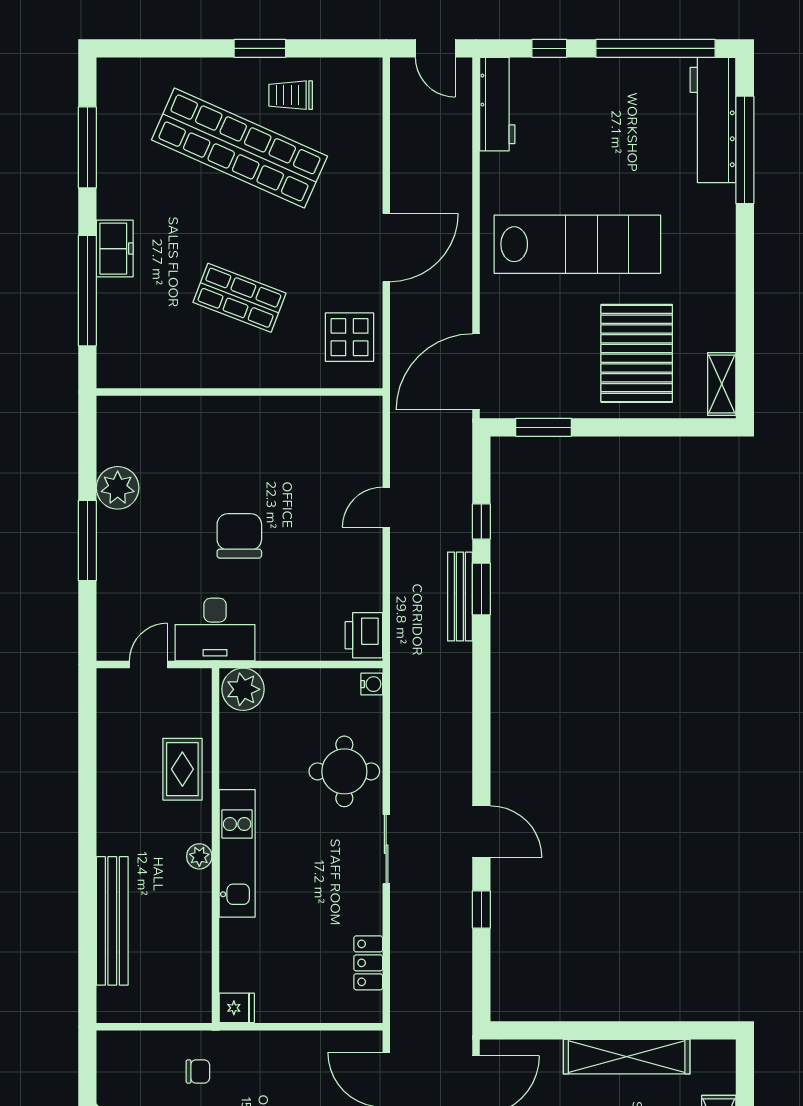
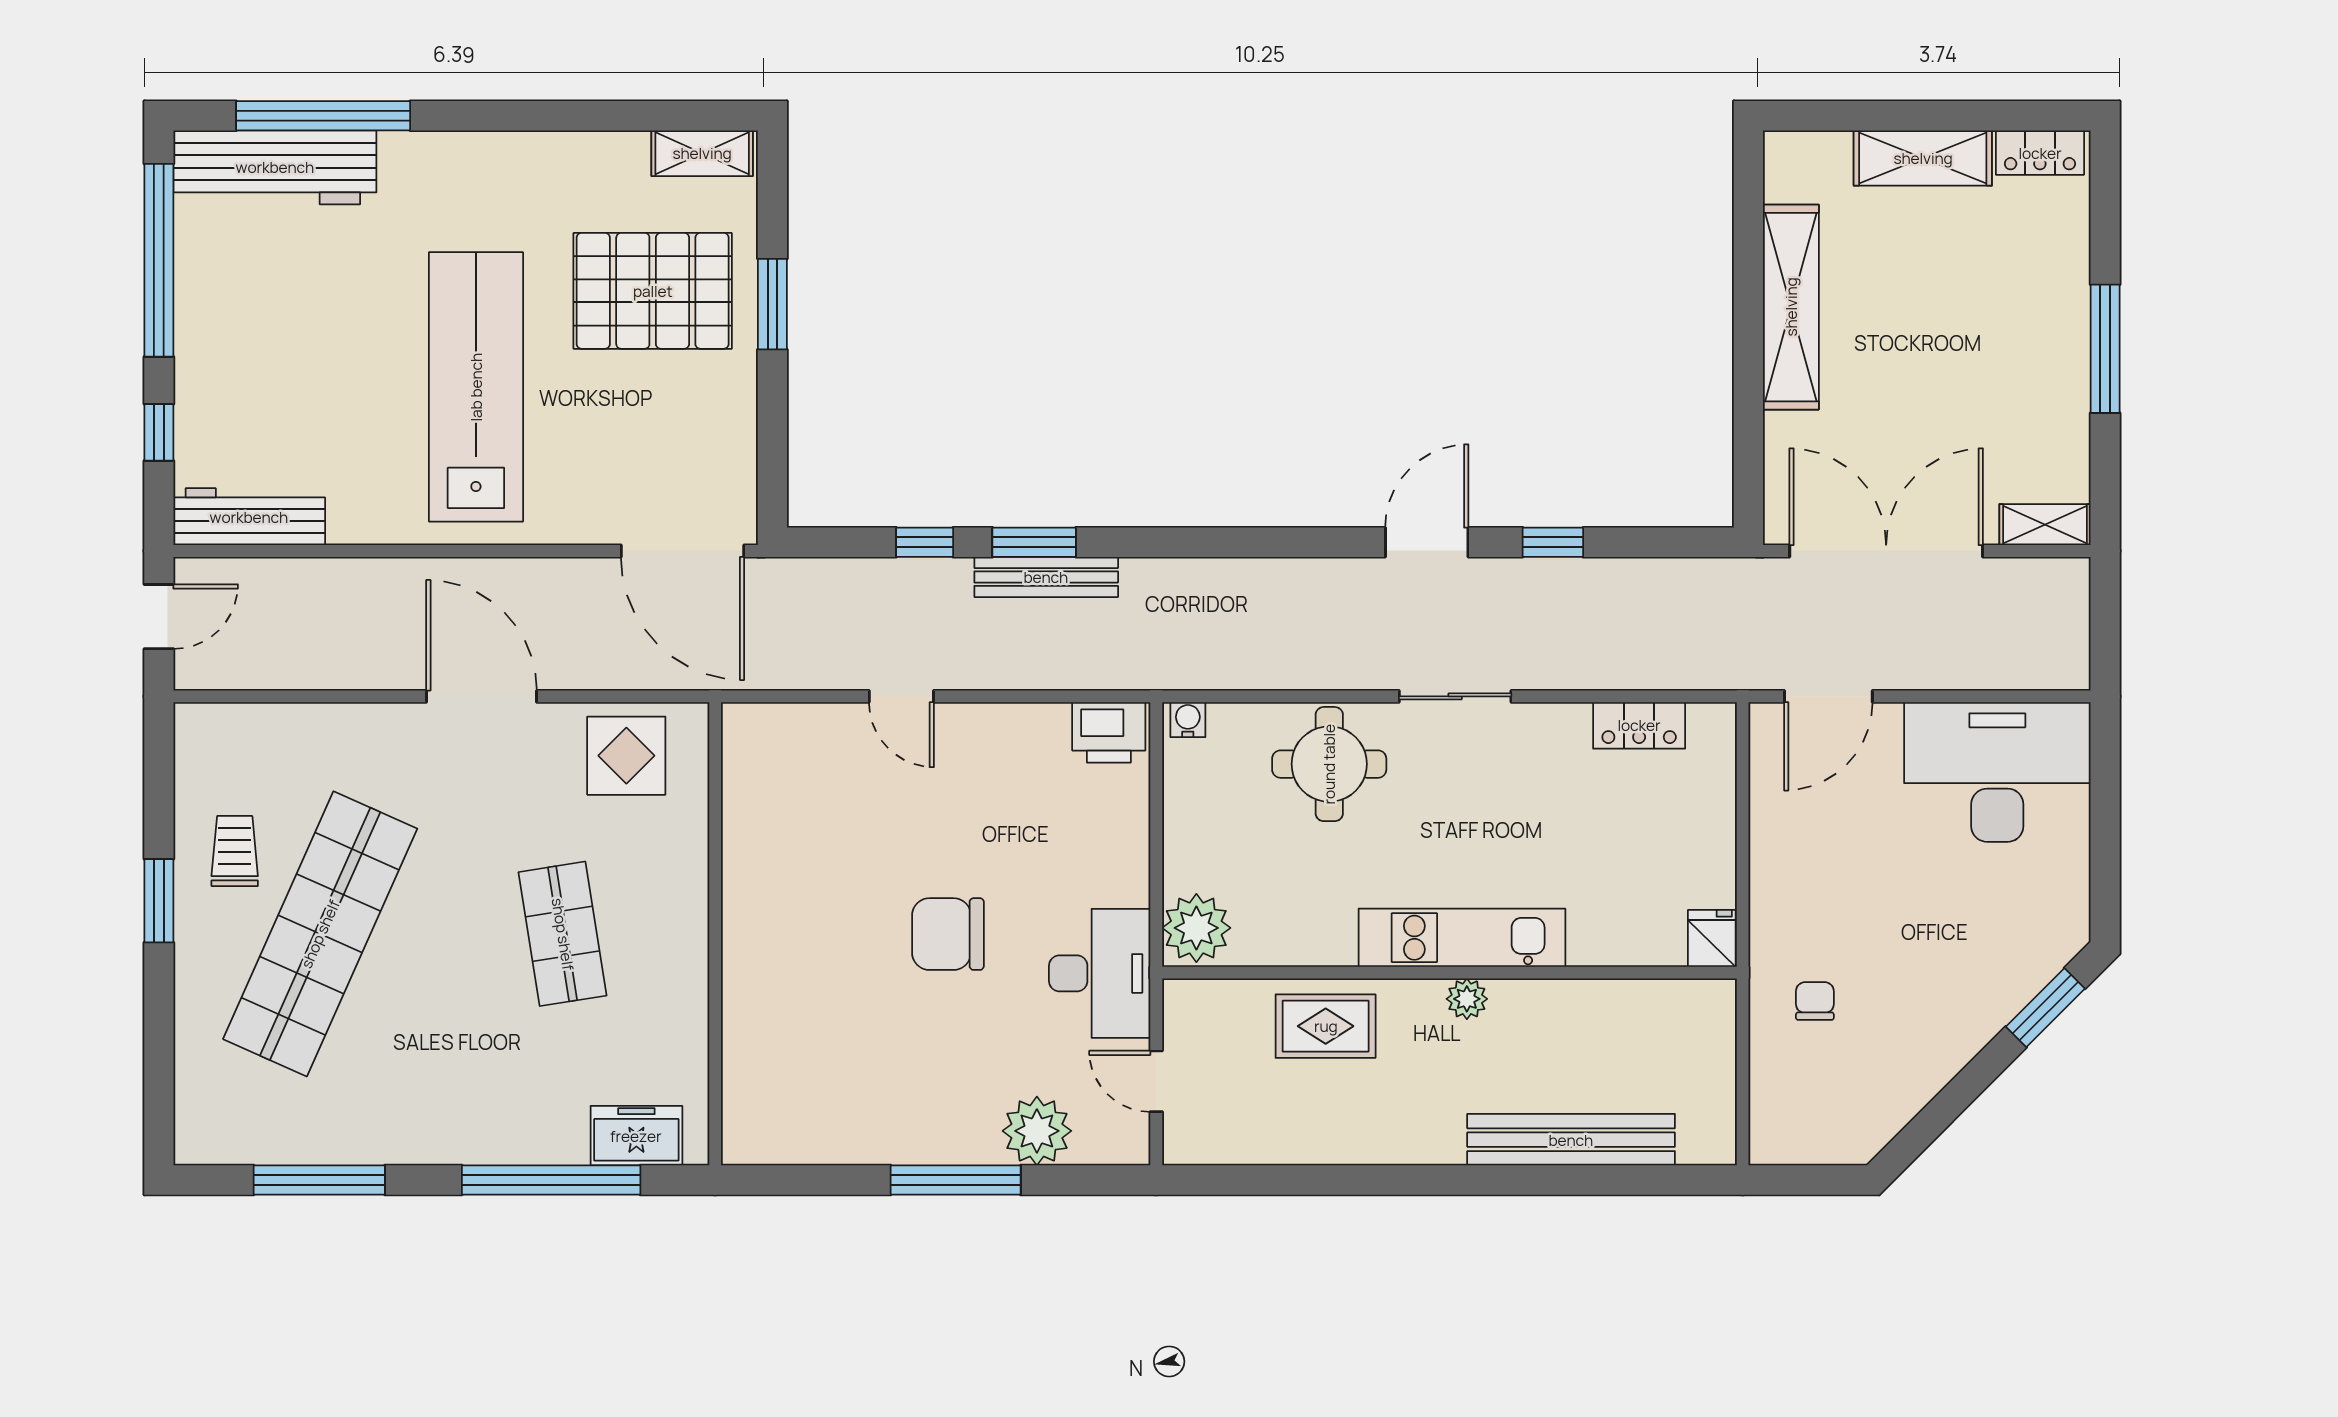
trolley: (291, 95) -> (235, 851), turned 180
freezer: (115, 249) -> (636, 1136), moved
shop shelf: (239, 298) -> (563, 934), turned -30
window: (543, 427) -> (772, 304), moved
plant: (118, 488) -> (1037, 1131), moved

